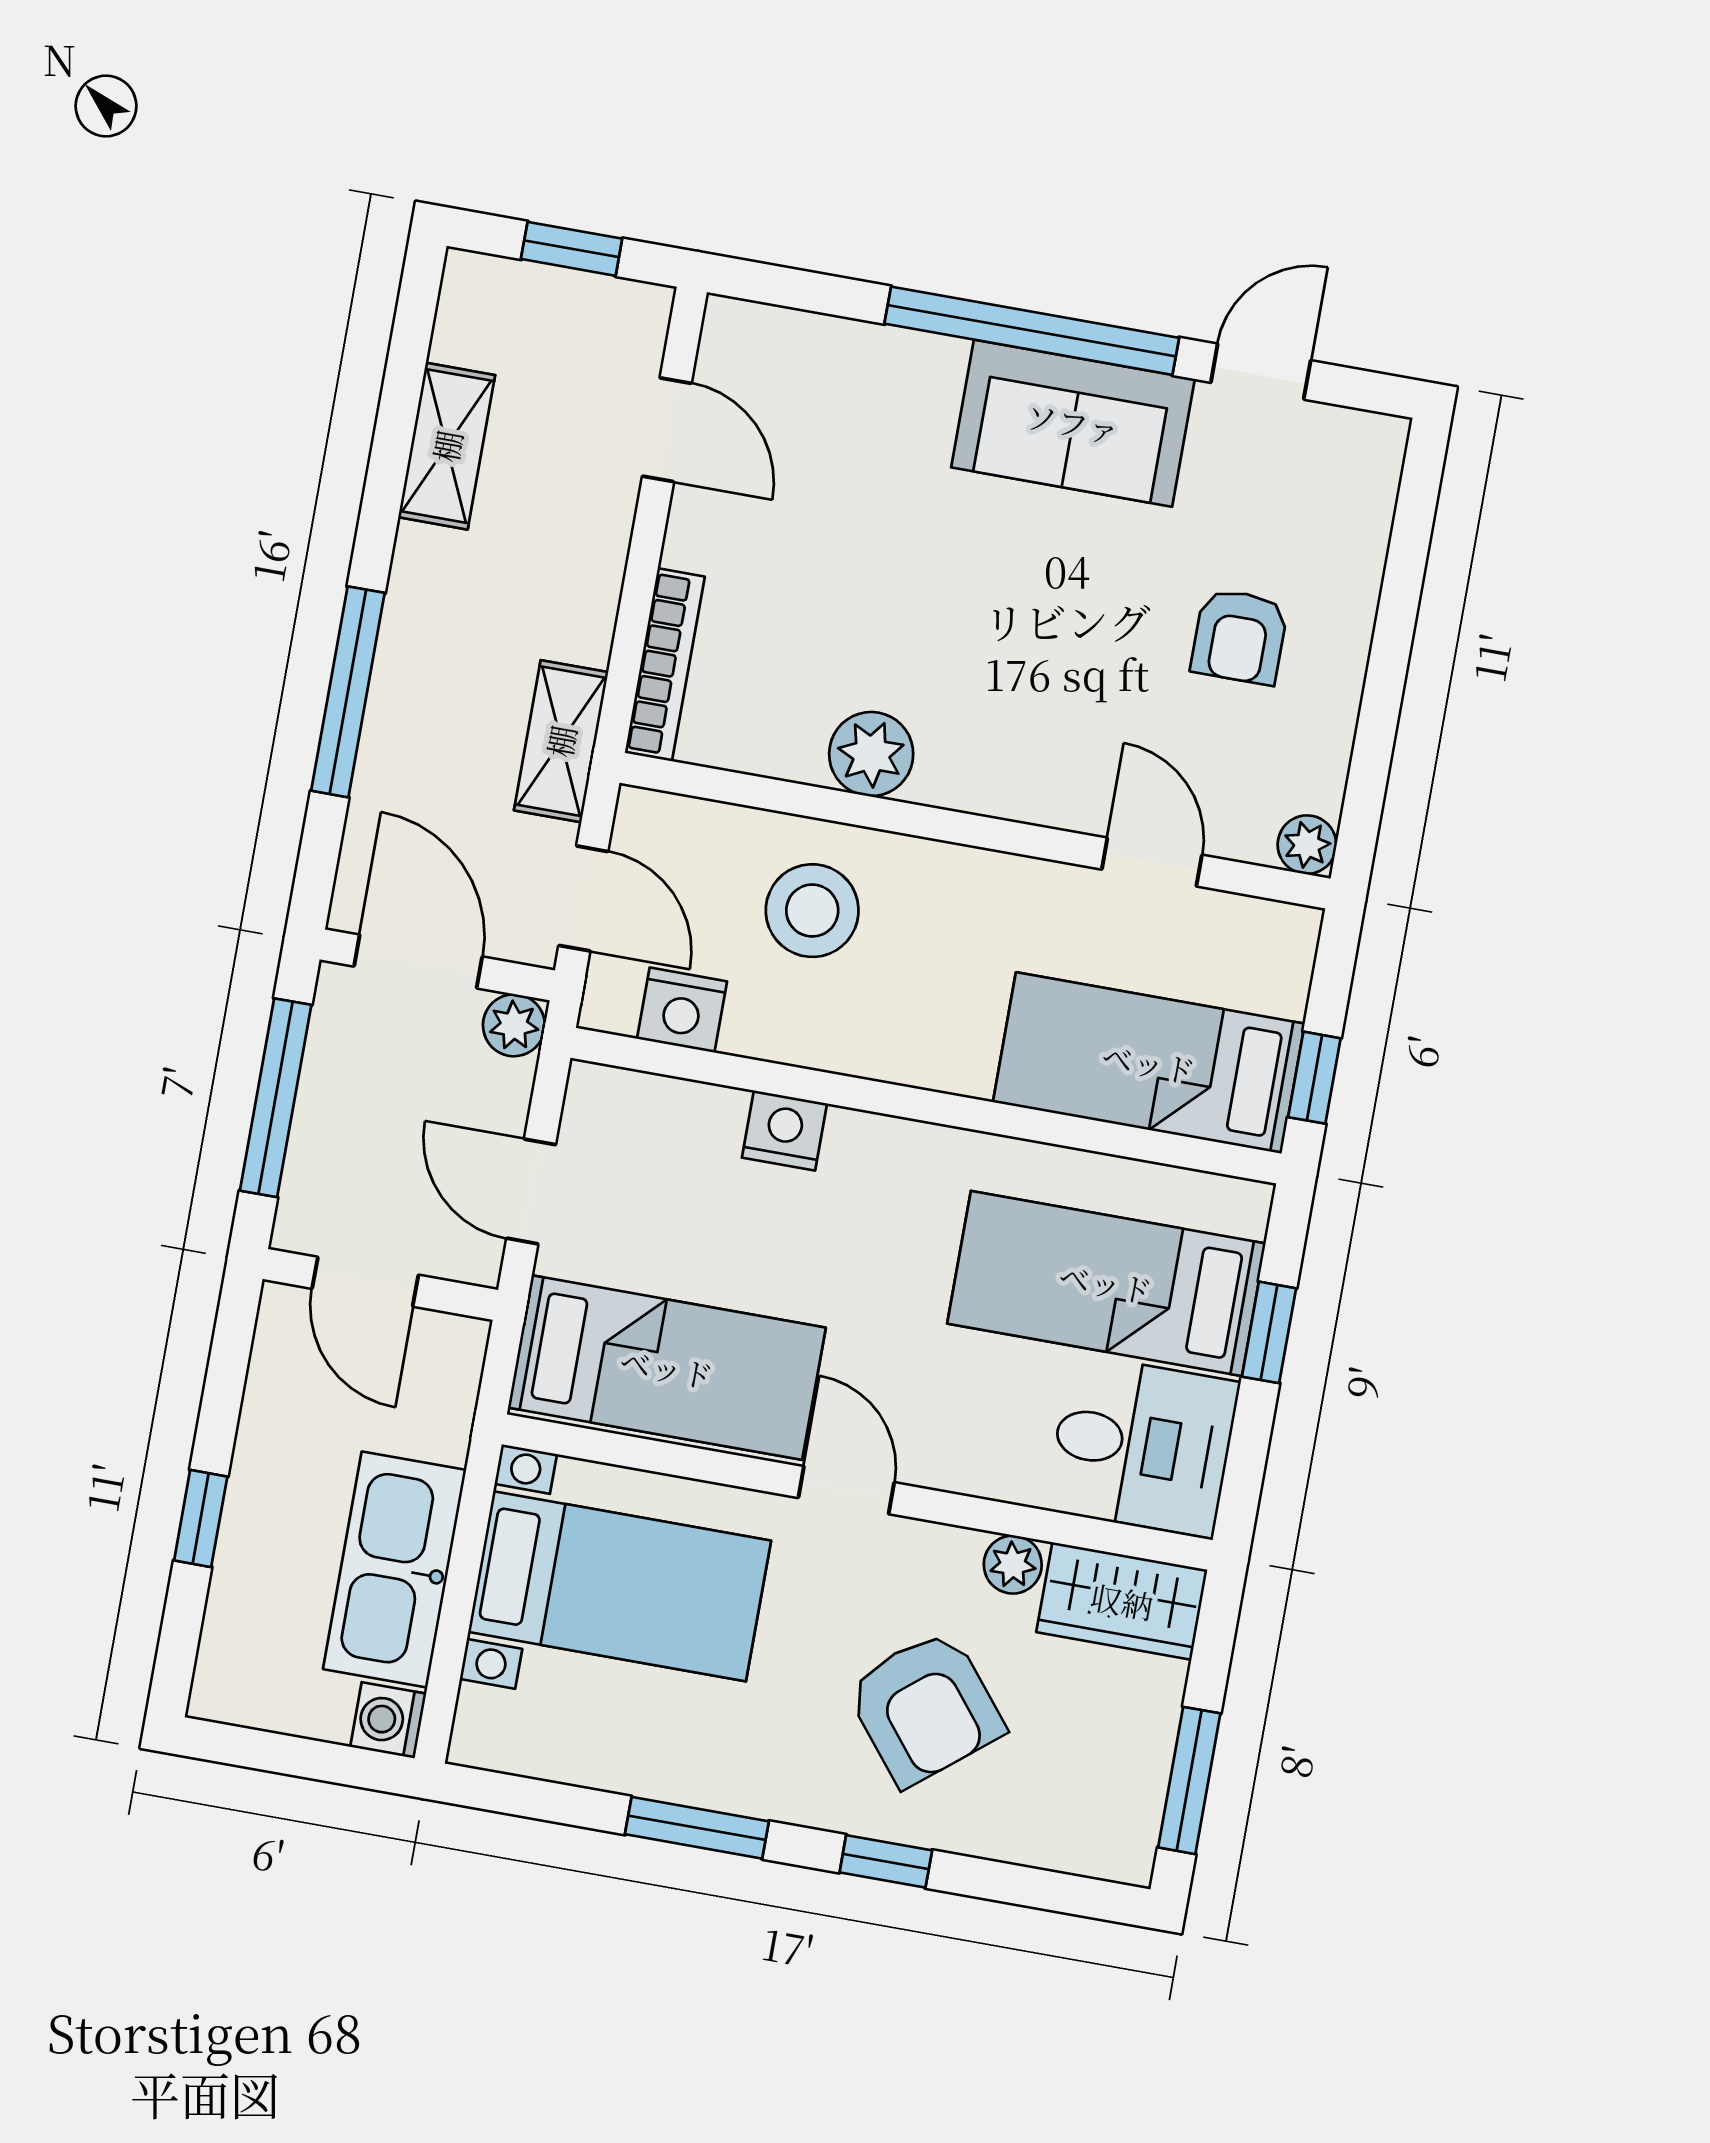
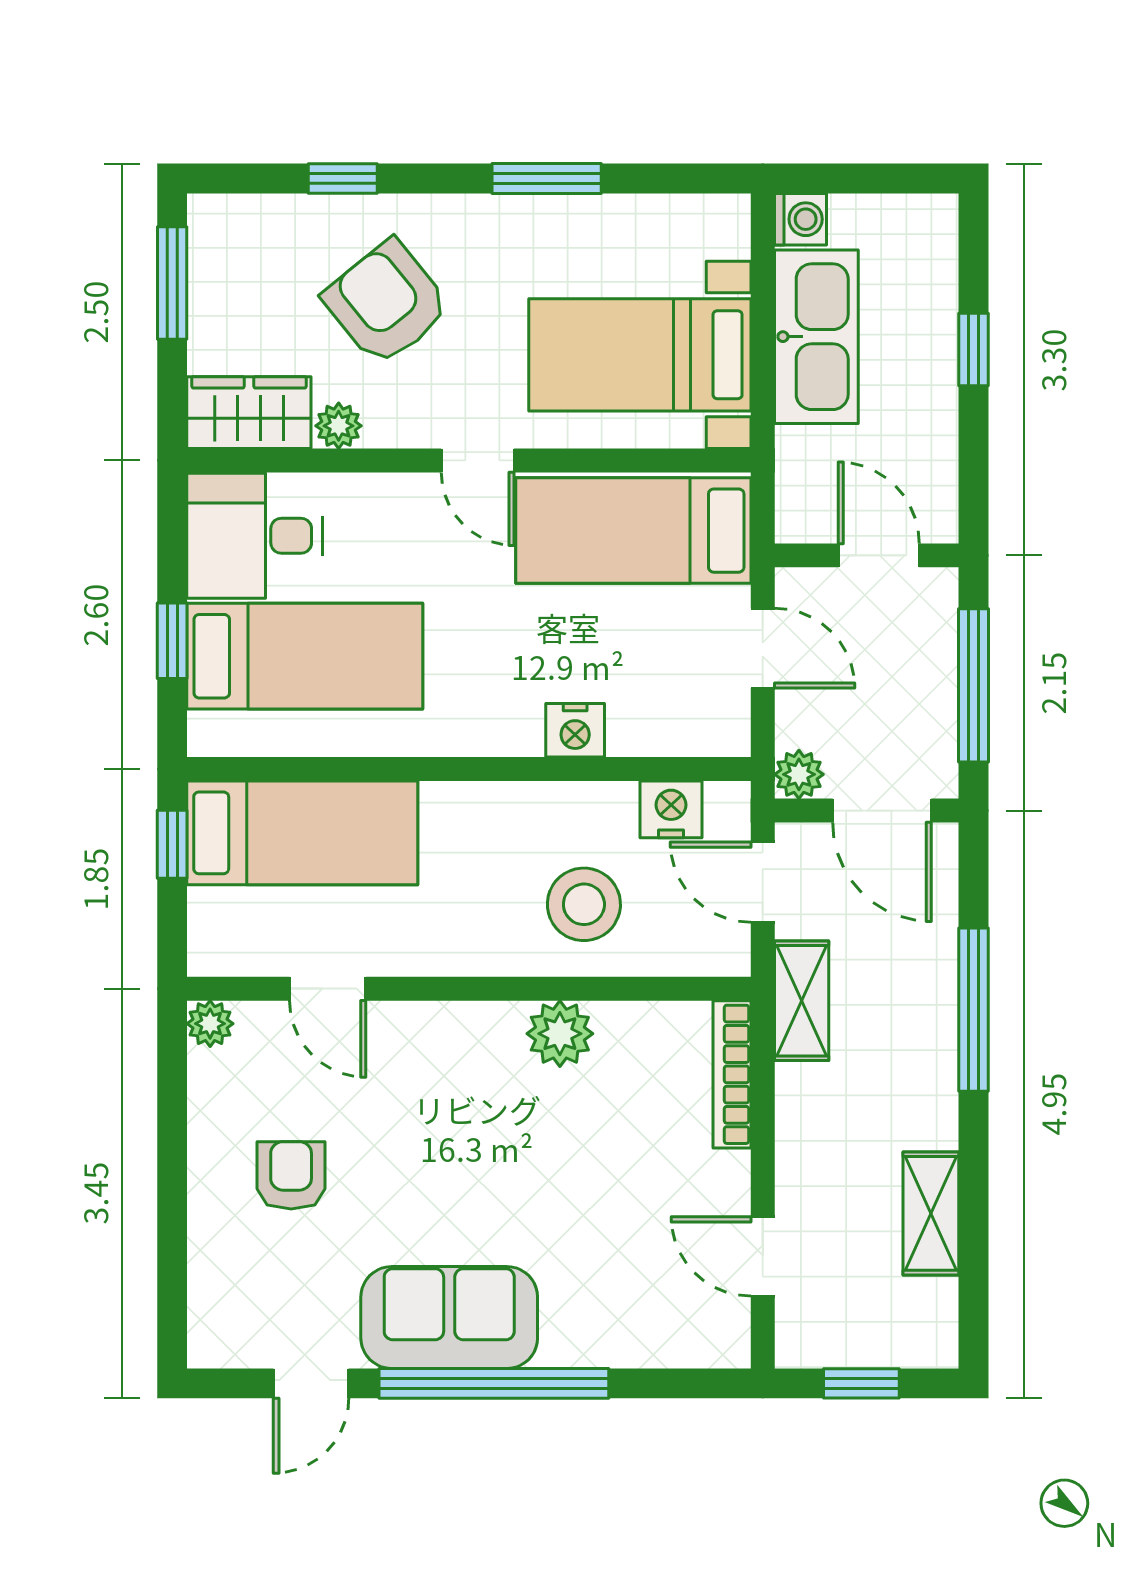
window: (886, 1861) -> (343, 178), moved

